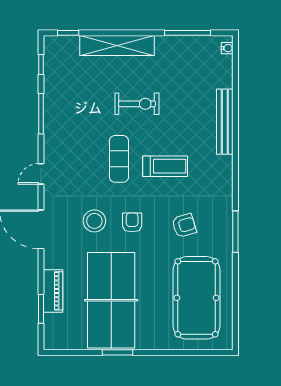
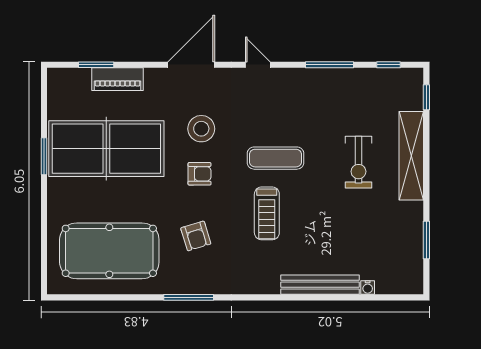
window: (187, 33) -> (426, 240), width x0.69
water cooler: (227, 48) -> (368, 288), moved
exercise bike: (137, 104) -> (358, 162), moved

